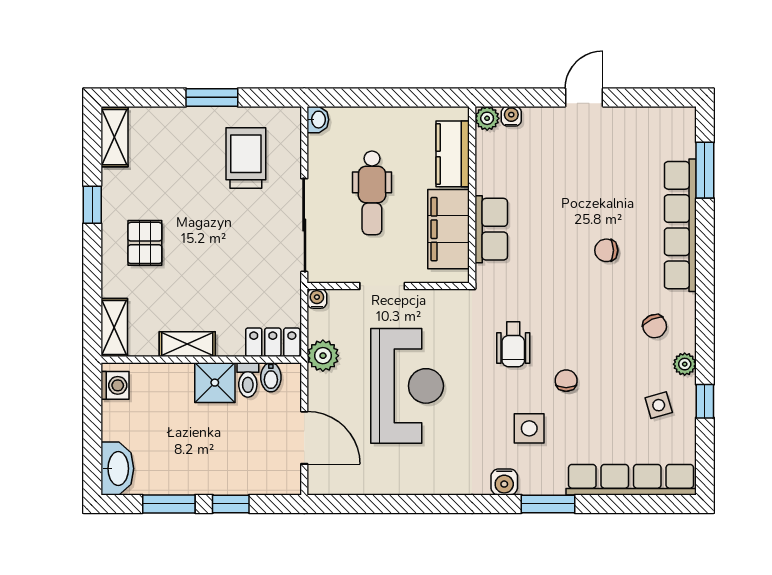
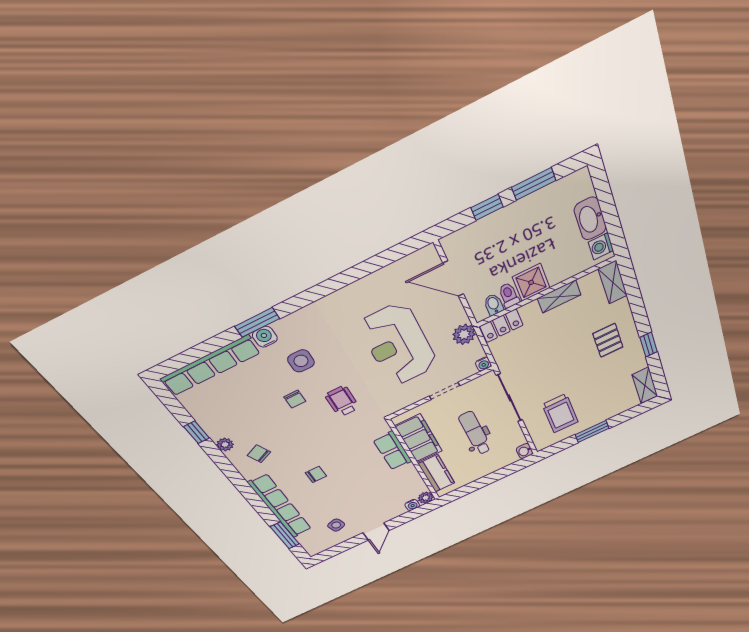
side table: (659, 405) -> (336, 525), moved
washbasin: (117, 469) -> (590, 219), moved
water cooler: (504, 482) -> (265, 337), moved

